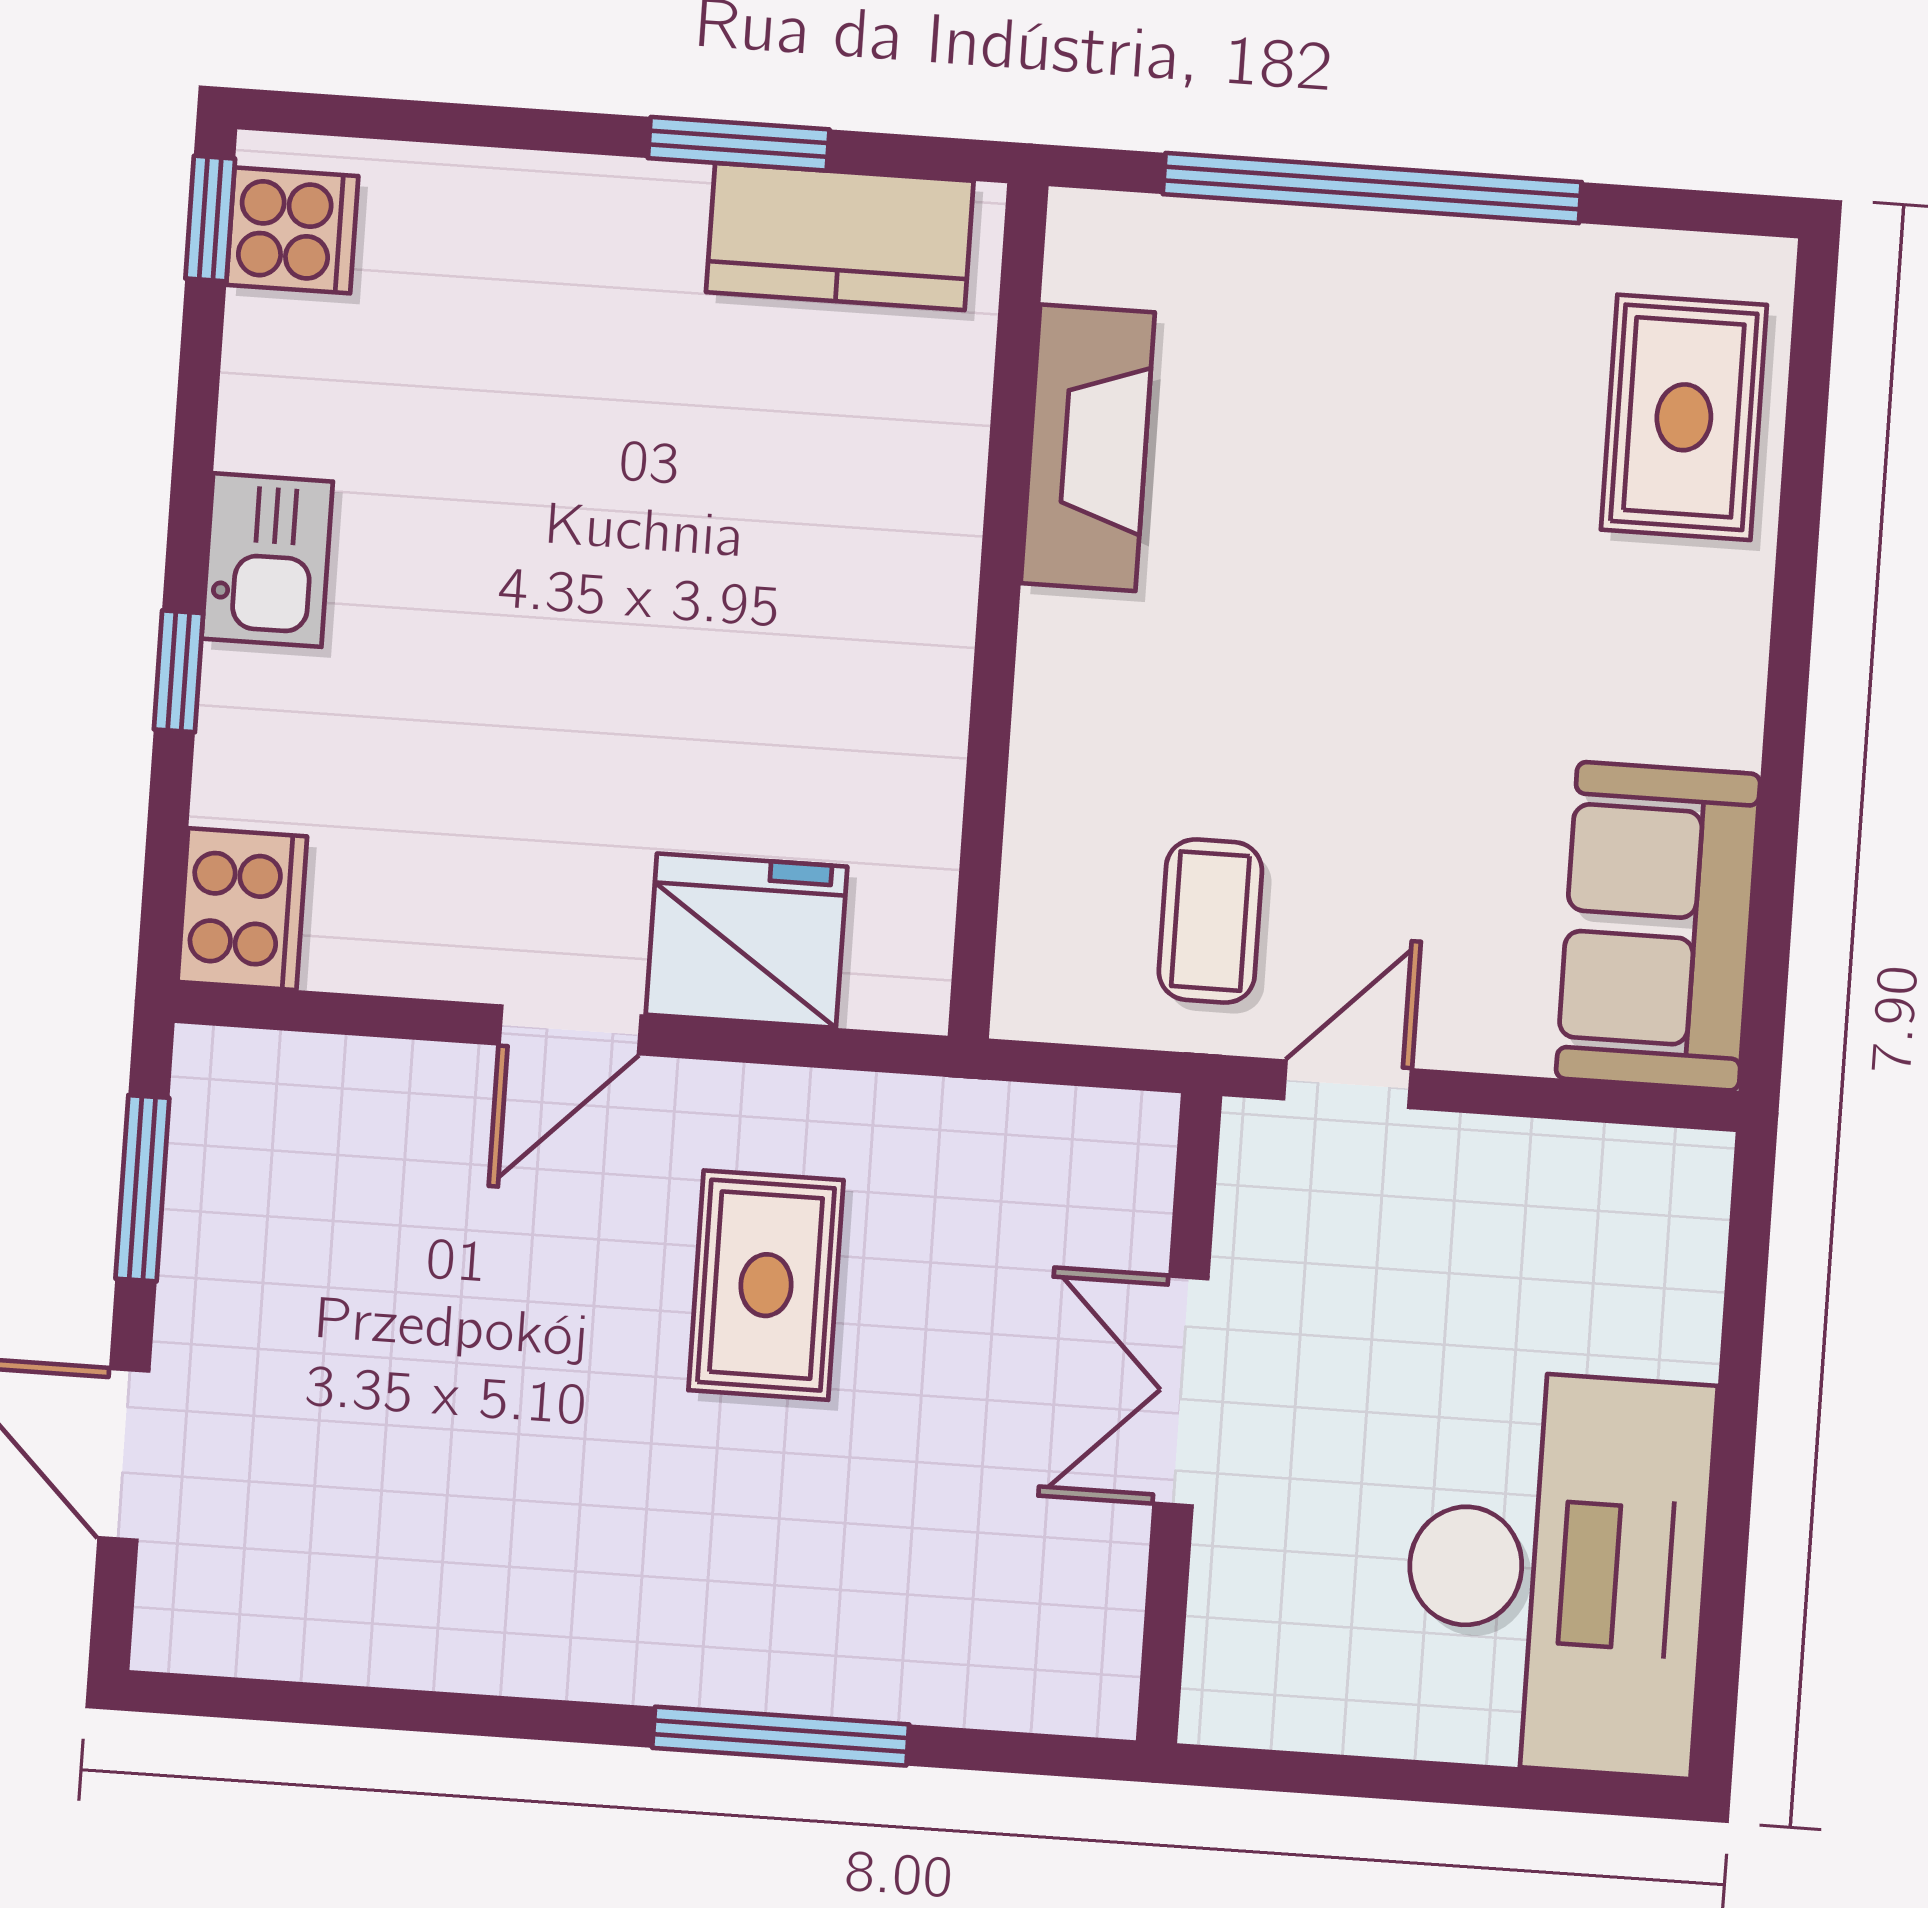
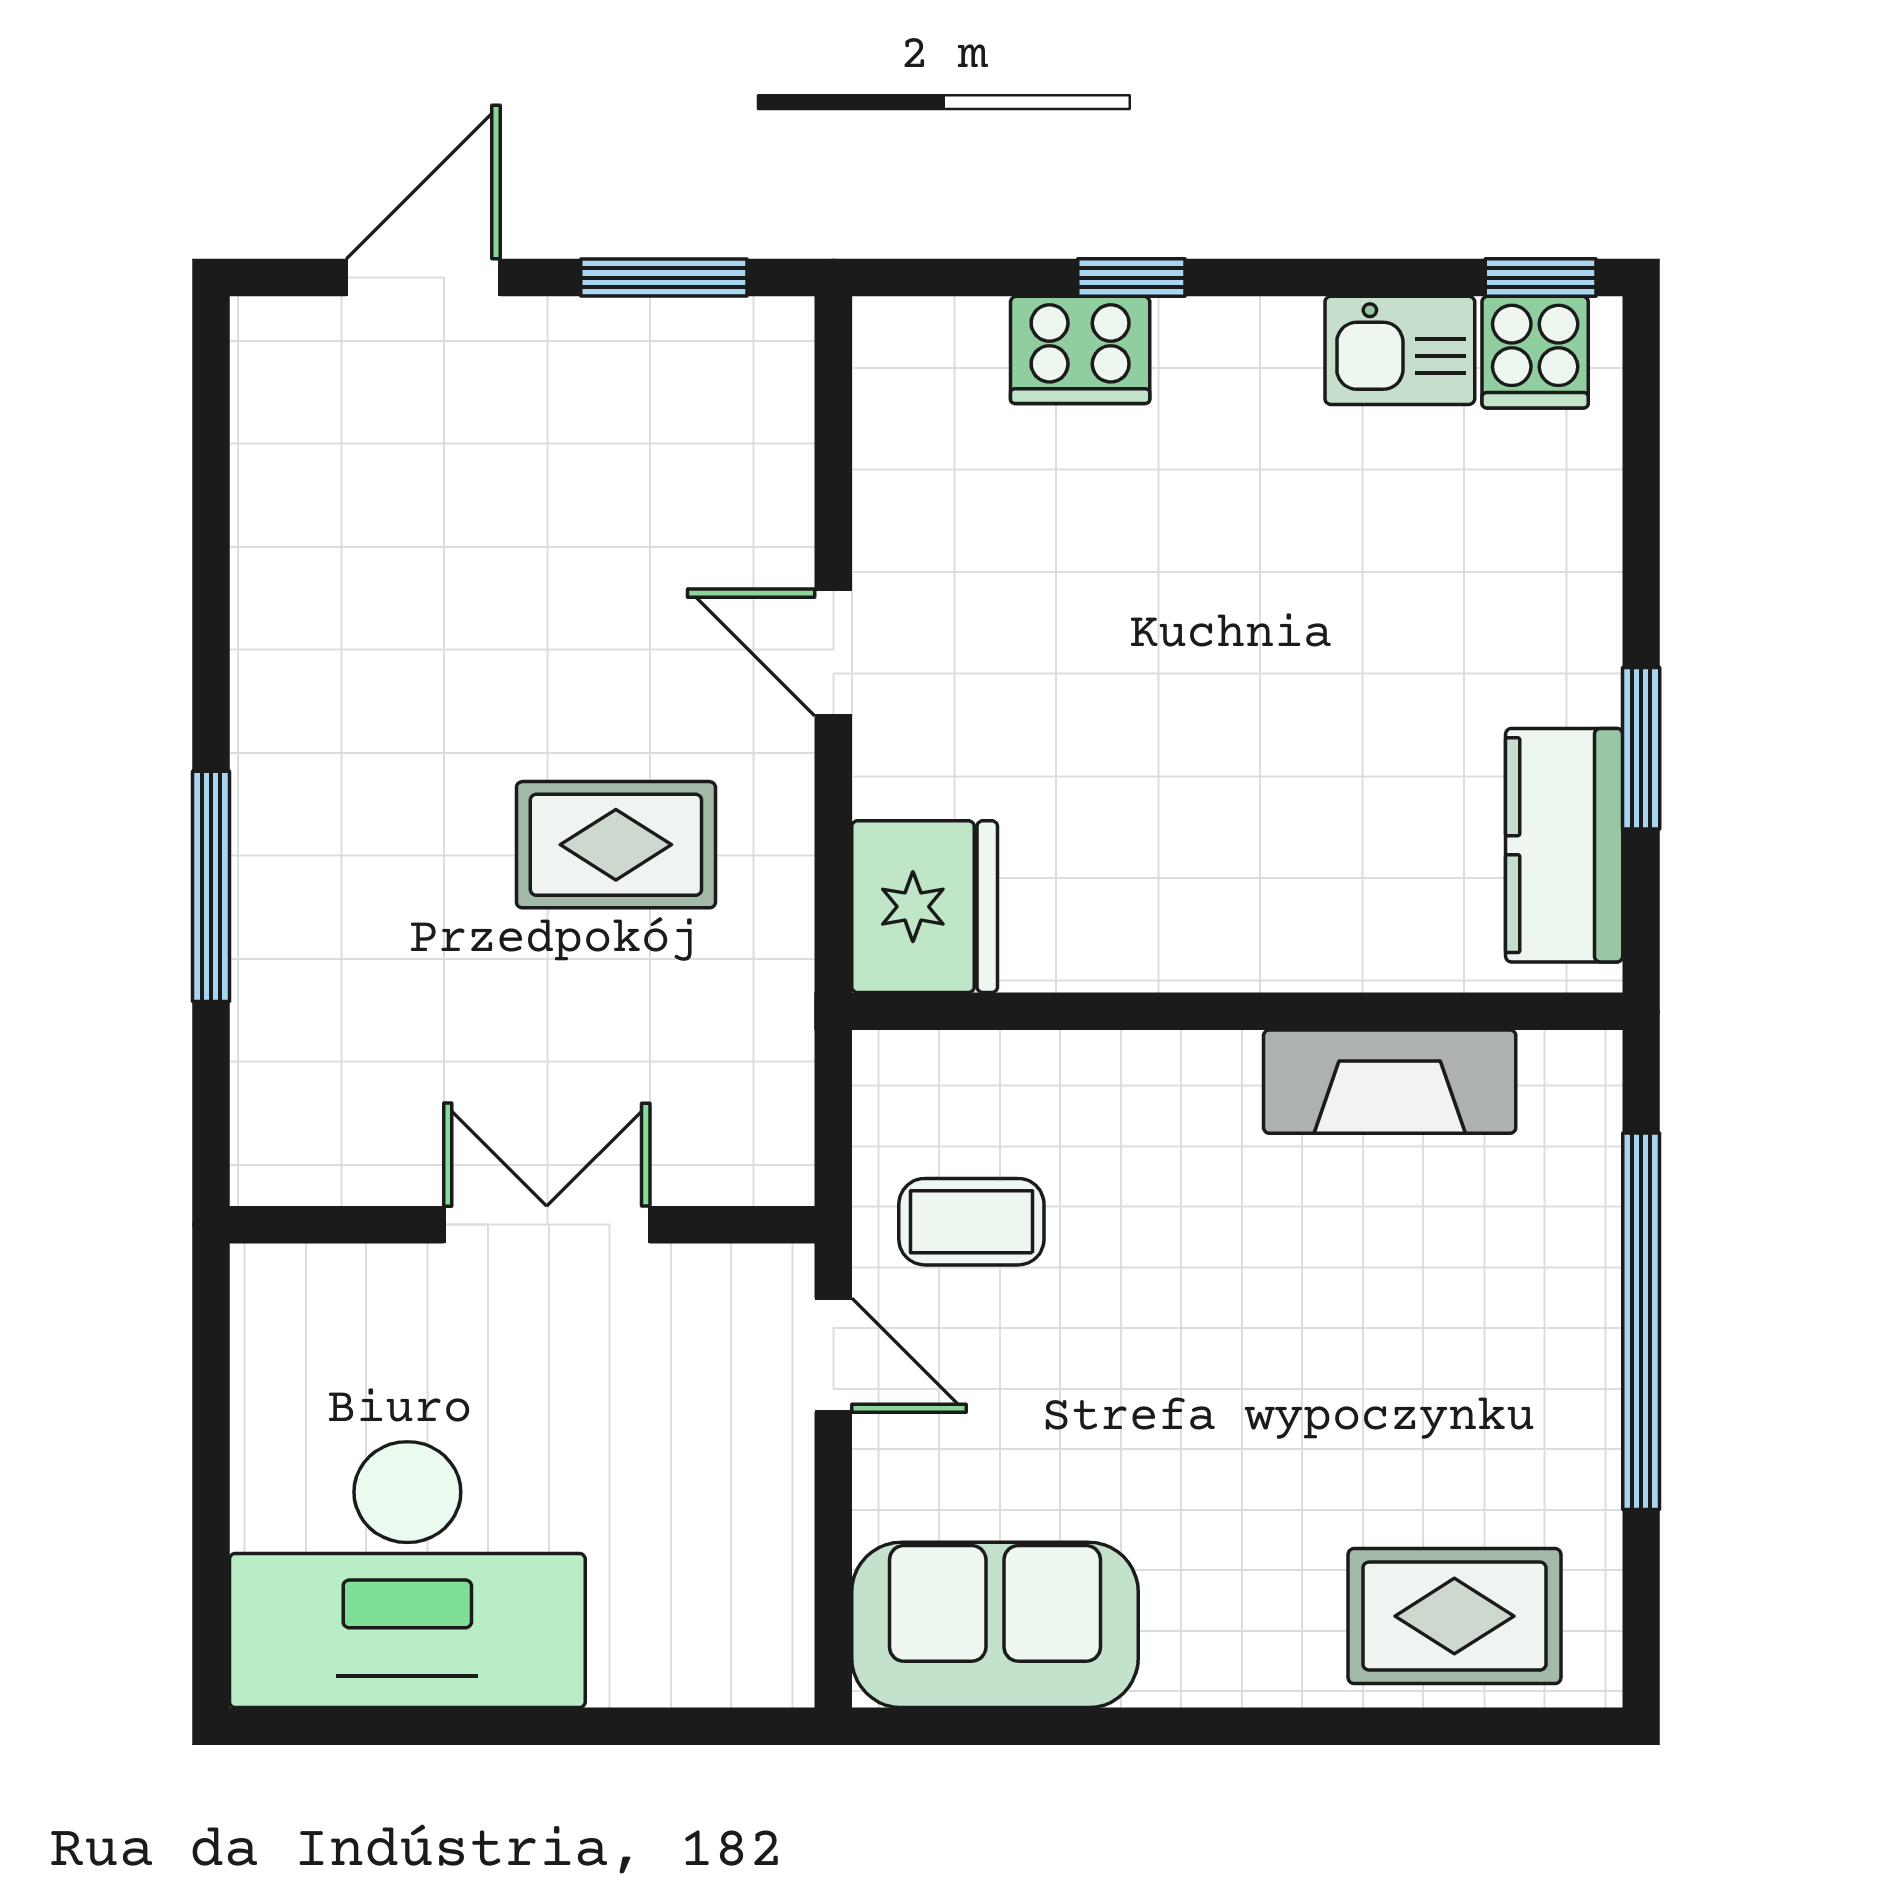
kitchen sink: (267, 560) -> (1400, 350), moved
cooker: (242, 909) -> (1080, 350), moved
fridge: (746, 941) -> (925, 907), moved

